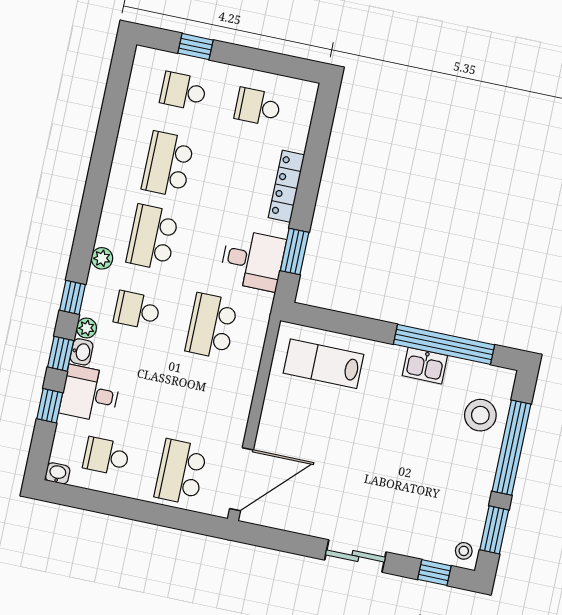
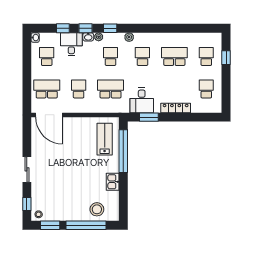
school desk: (153, 237) -> (142, 56), width x0.54
window: (444, 344) -> (123, 151), moved
school desk: (196, 399) -> (79, 89), added

